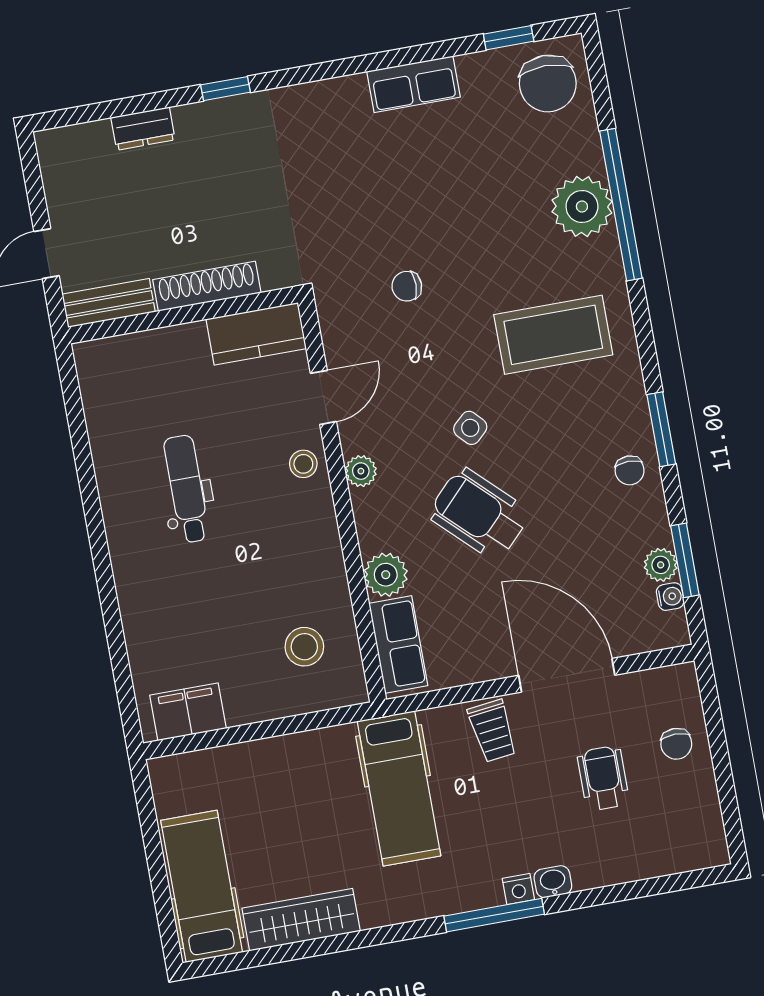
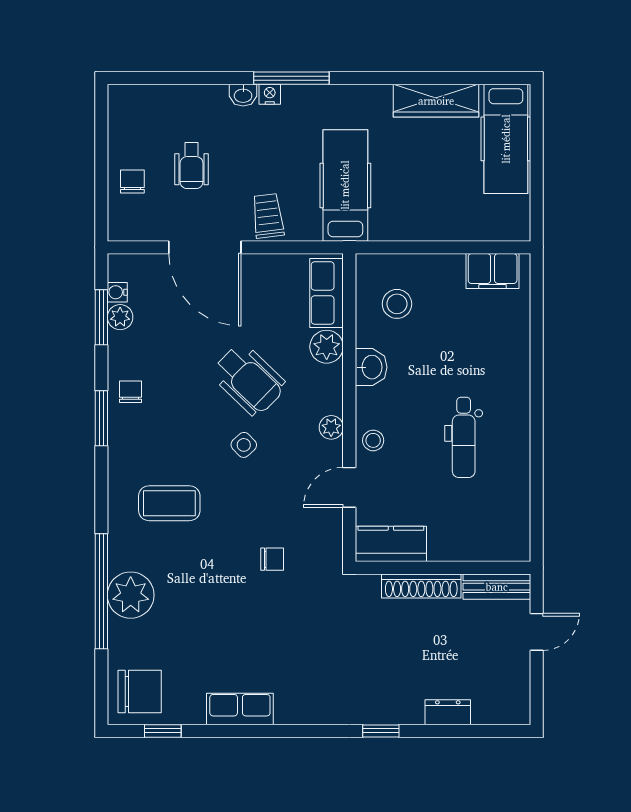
chair: (548, 83) -> (140, 692), turned 90
coffee table: (553, 335) -> (169, 503), width x0.73, depth x0.76
washbasin: (323, 559) -> (371, 367), added

